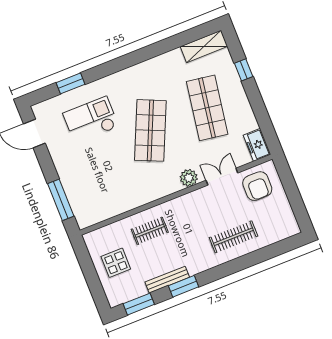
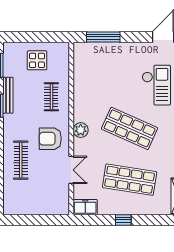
window: (244, 70) -> (123, 220), moved
plant: (189, 178) -> (81, 130), moved
armchair: (257, 186) -> (50, 139), moved

